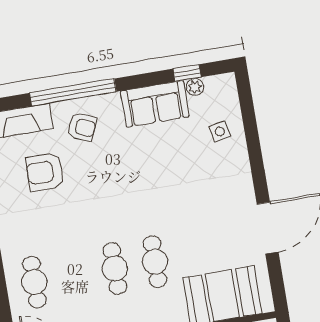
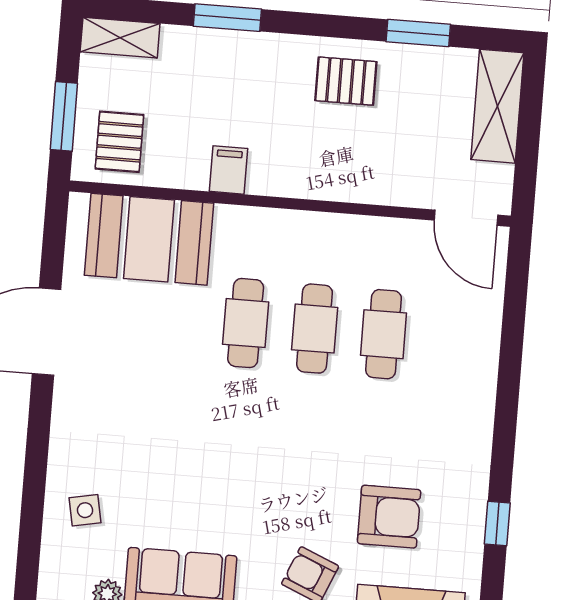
cafe table: (34, 282) -> (384, 334), moved

